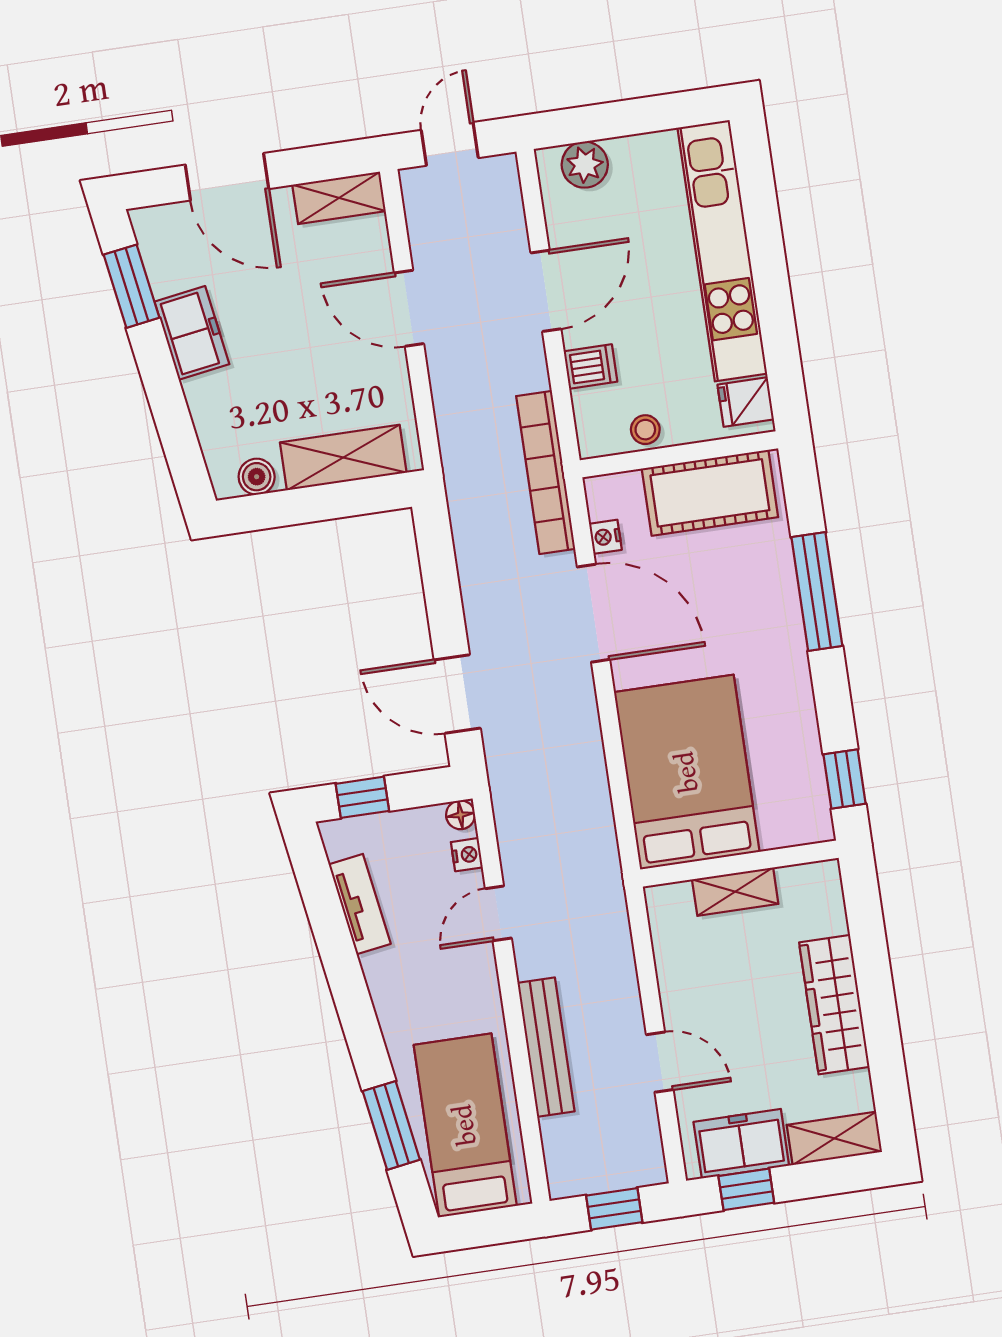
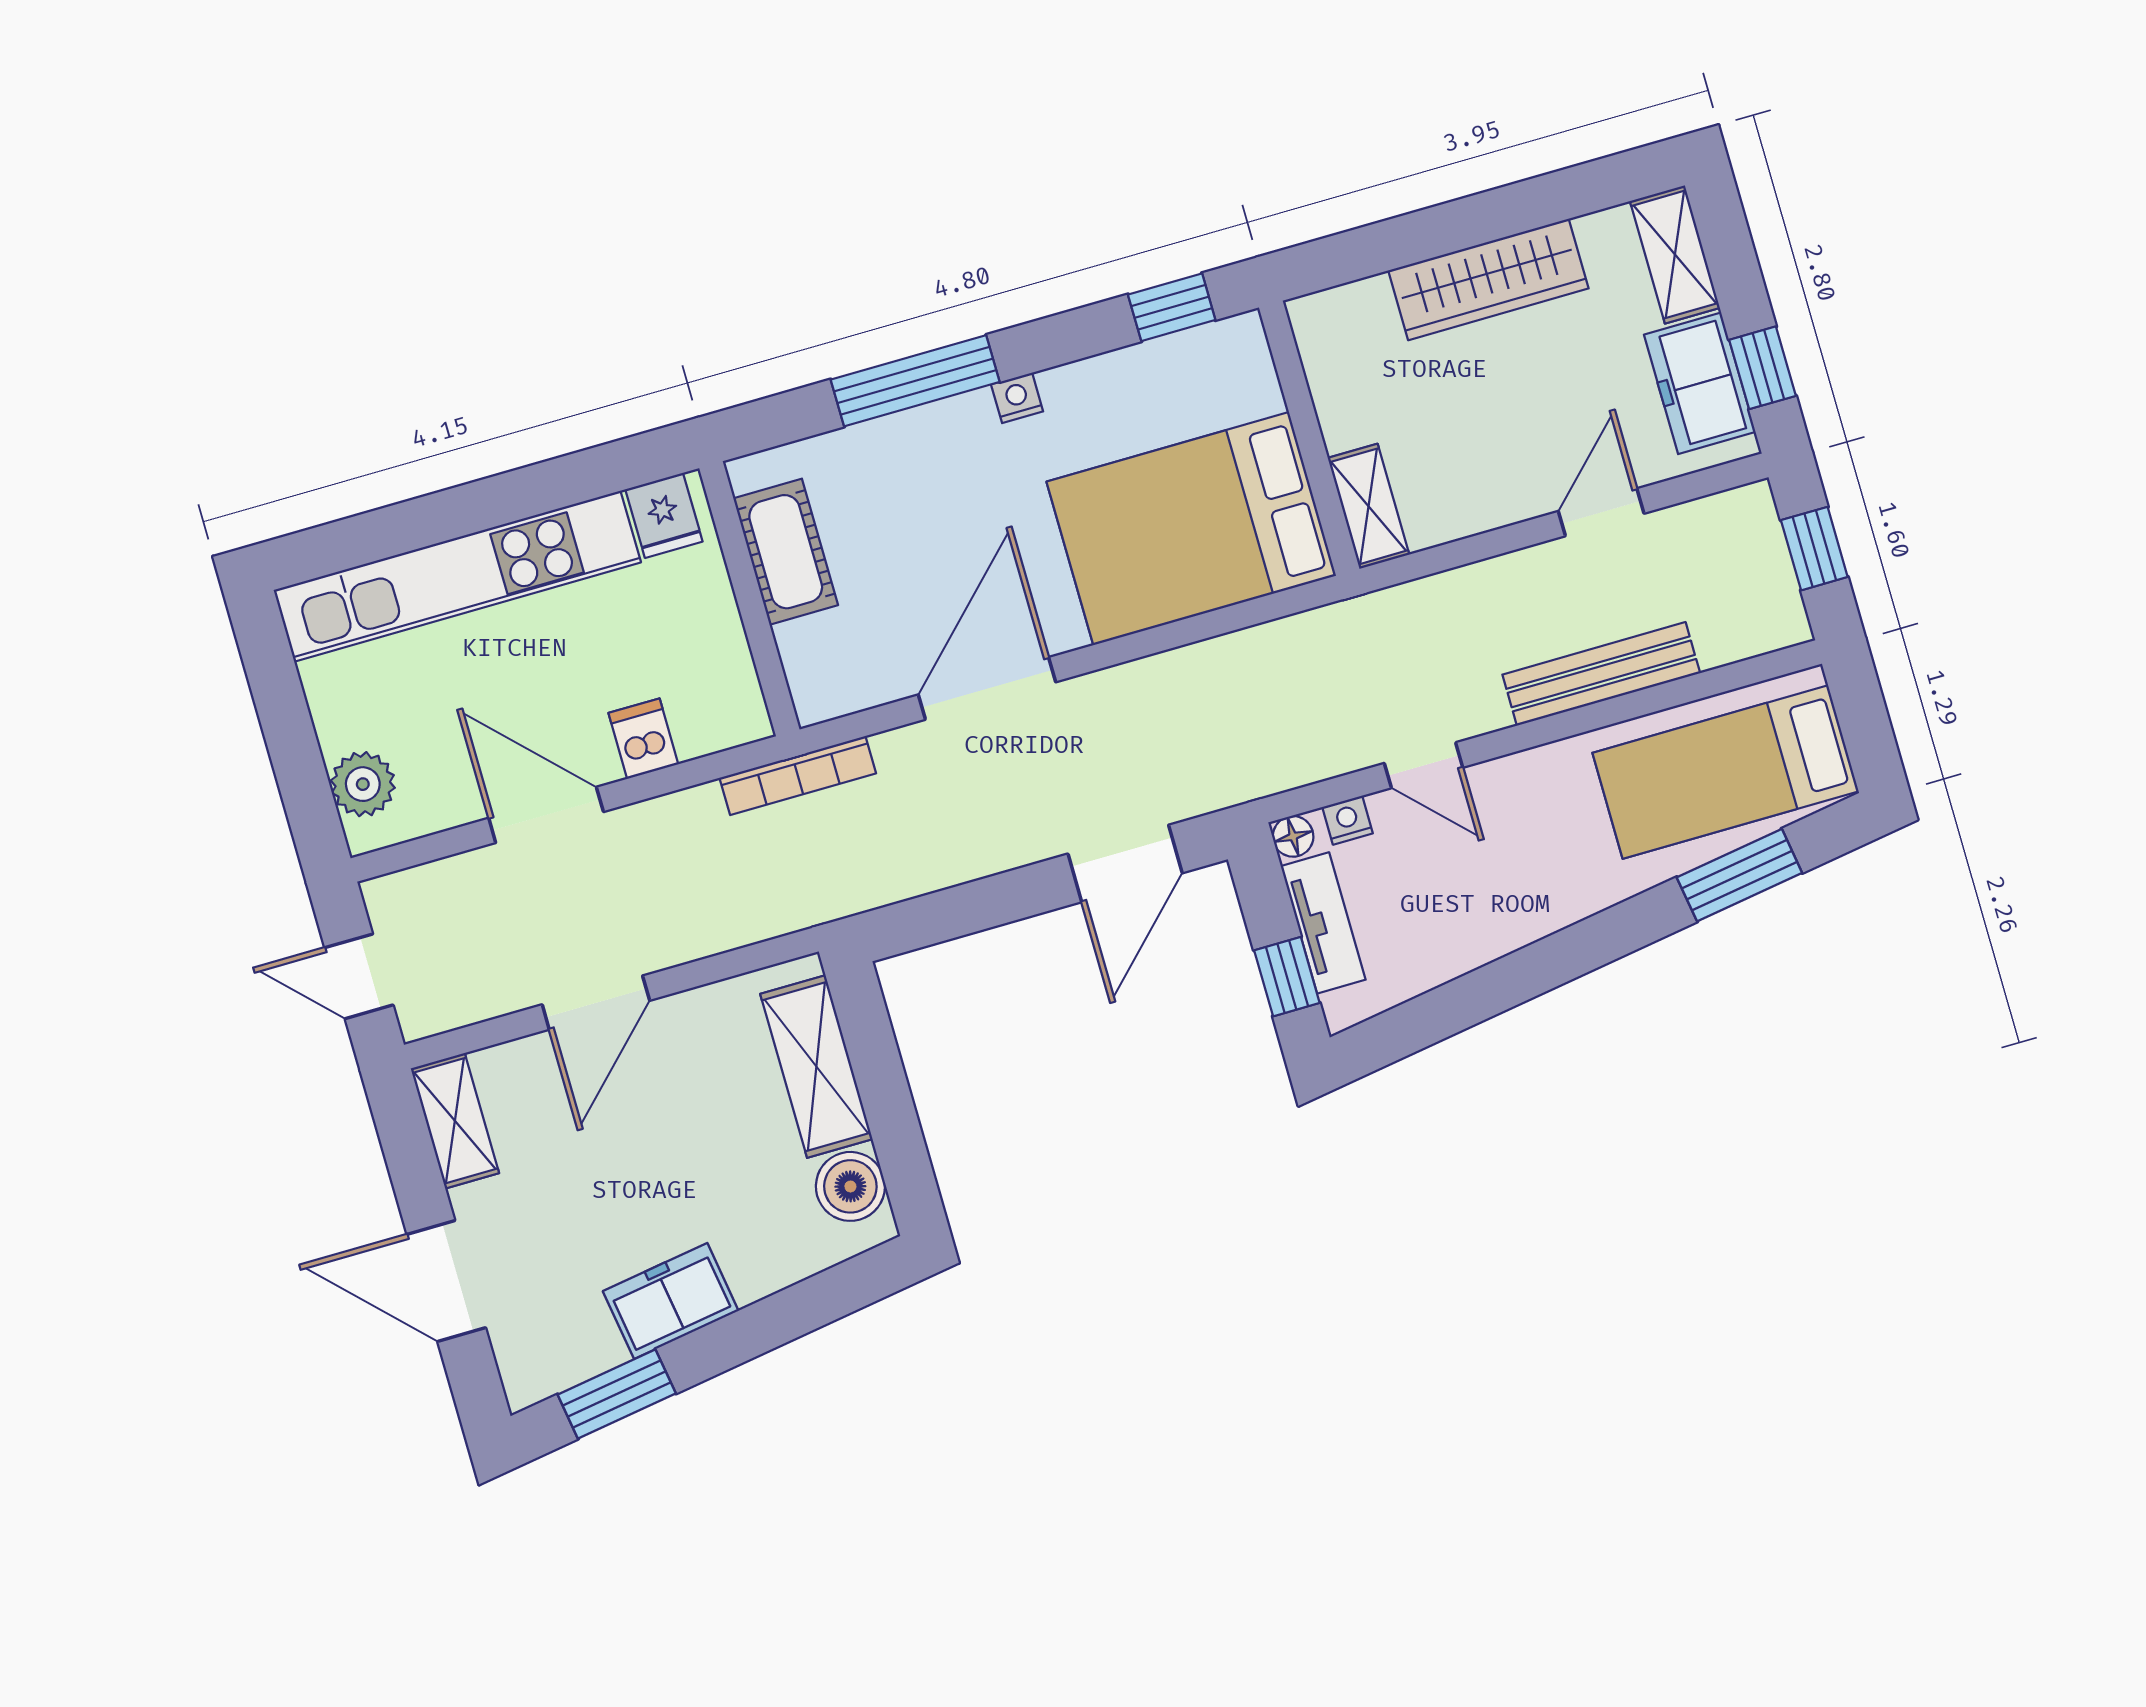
door: (227, 177) -> (446, 1281), swing flipped
stool: (645, 430) -> (721, 650), removed
bookcase: (546, 472) -> (798, 776), width x0.68, depth x0.76
boiler: (257, 477) -> (850, 1186), width x1.36, depth x1.36
cot: (710, 493) -> (786, 552), width x0.73, depth x0.75
nightstand: (605, 537) -> (1017, 398), moved, turned 180
shelving: (735, 892) -> (1368, 506), moved
tv unit: (360, 904) -> (1323, 923), moved, turned 99

